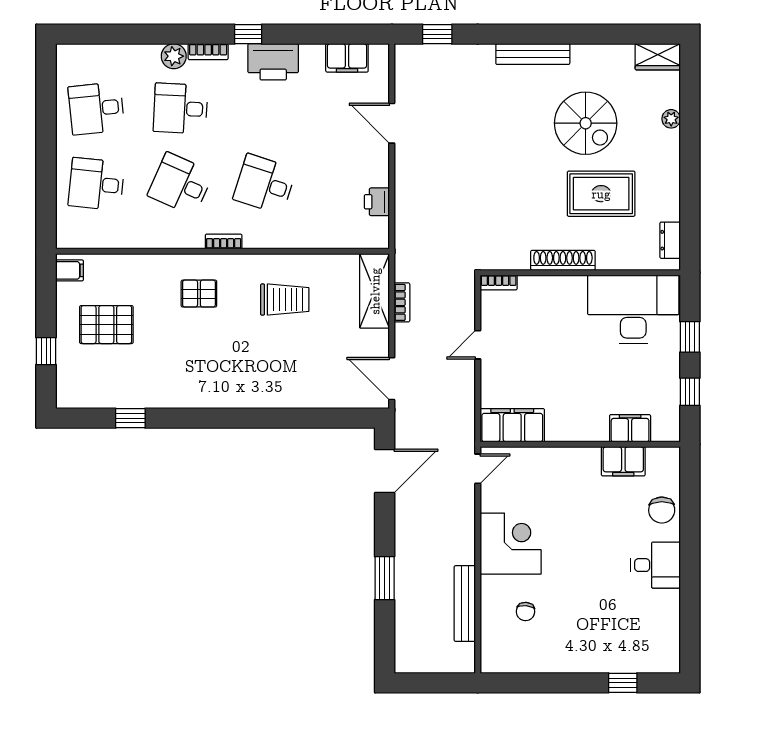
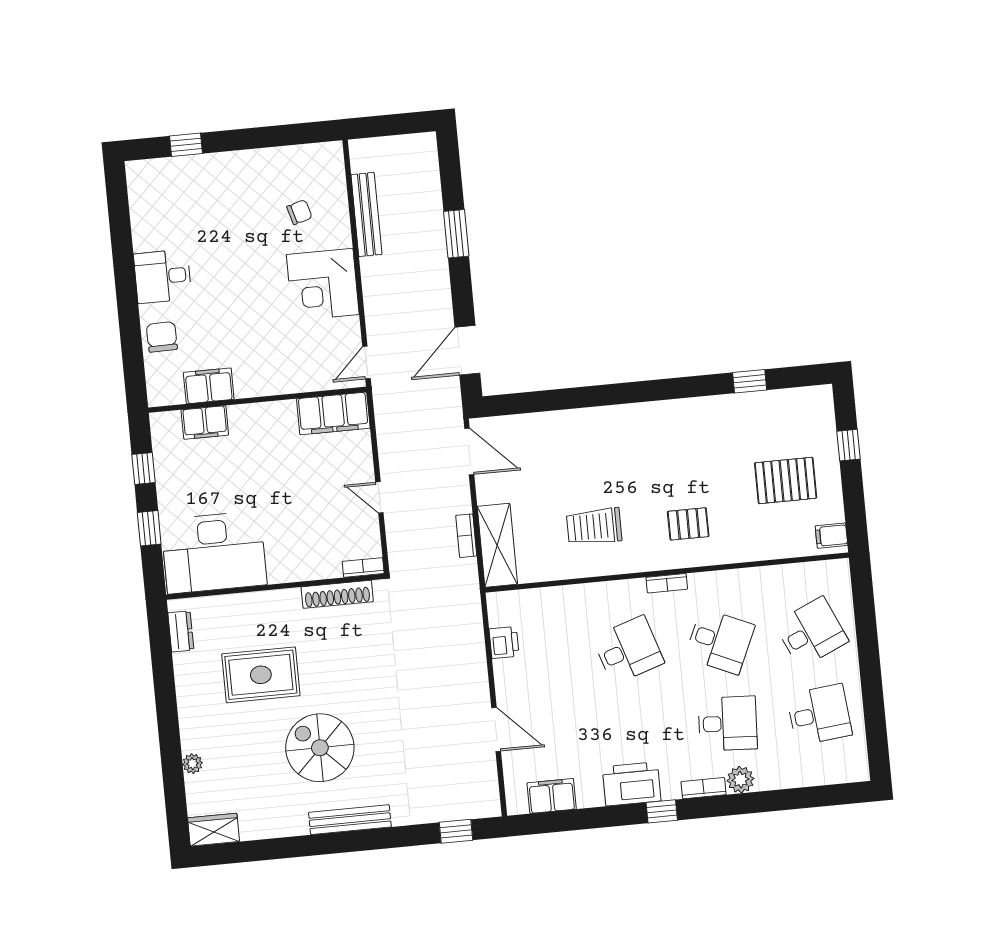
spiral stairs: (586, 123) -> (320, 748), moved
desk: (96, 184) -> (811, 632), turned -30
desk: (265, 184) -> (628, 650), turned -36
shoe rack: (563, 260) -> (337, 594), moved
door: (478, 345) -> (379, 497), swing flipped
chair: (526, 612) -> (299, 212), turned 69

